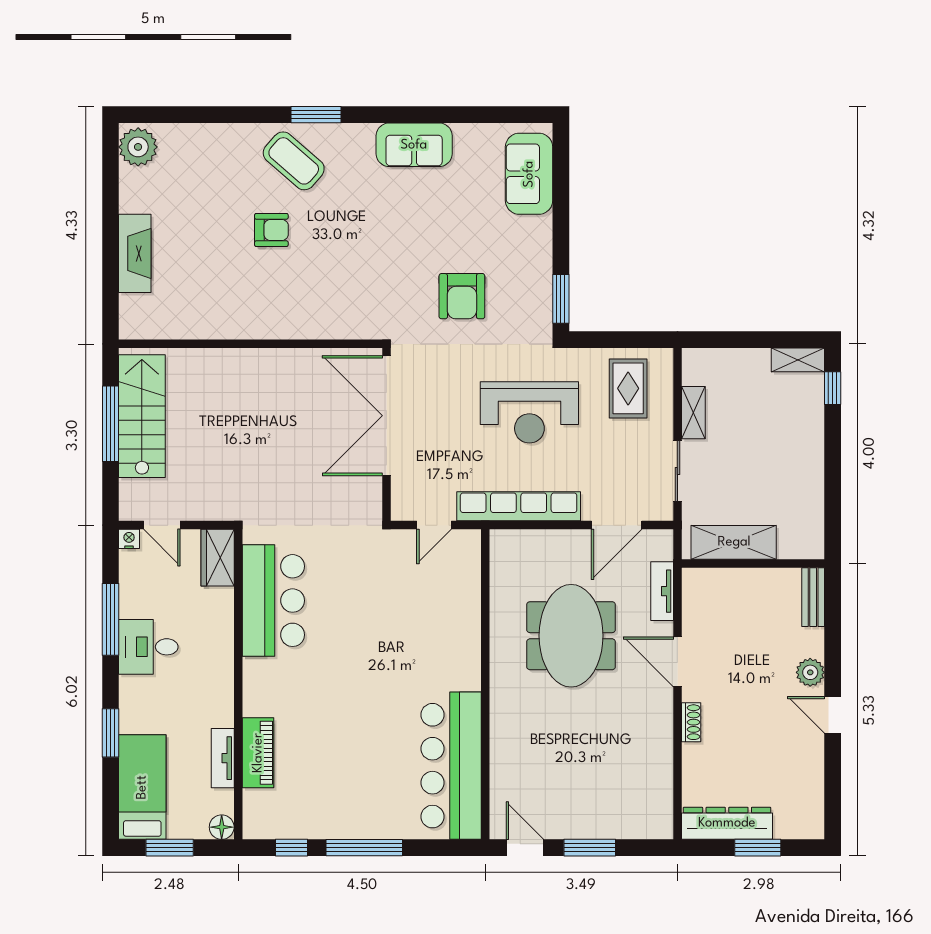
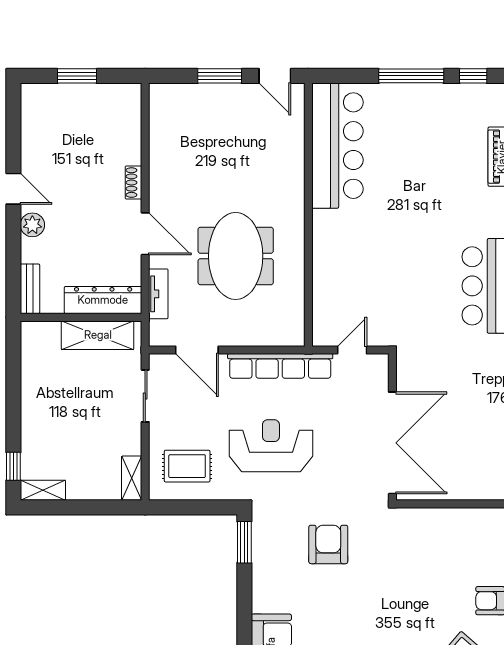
rug: (628, 388) -> (187, 466), turned 90
shelving: (693, 413) -> (132, 478), moved
door: (617, 525) -> (197, 350), swing flipped
dresser: (727, 823) -> (103, 300), moved, turned 180

